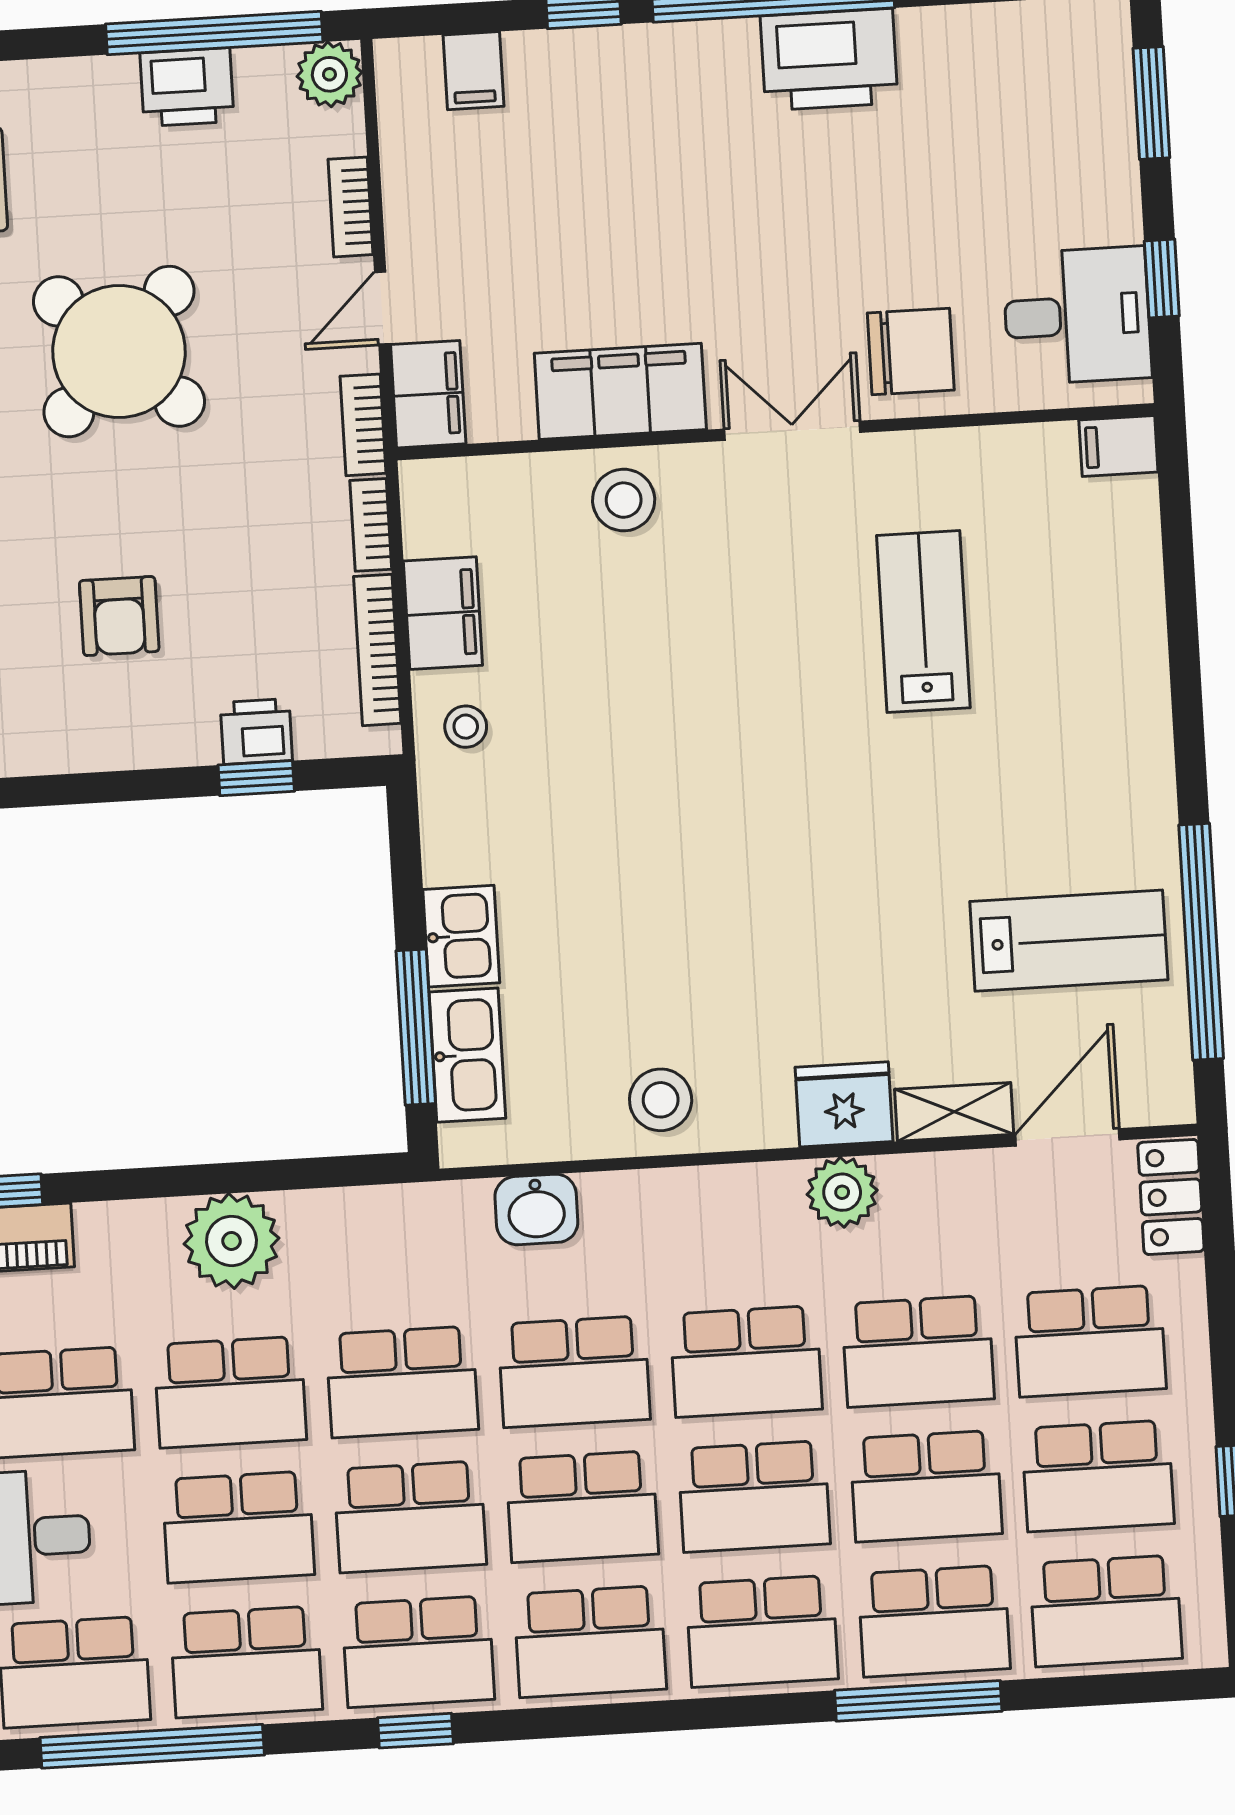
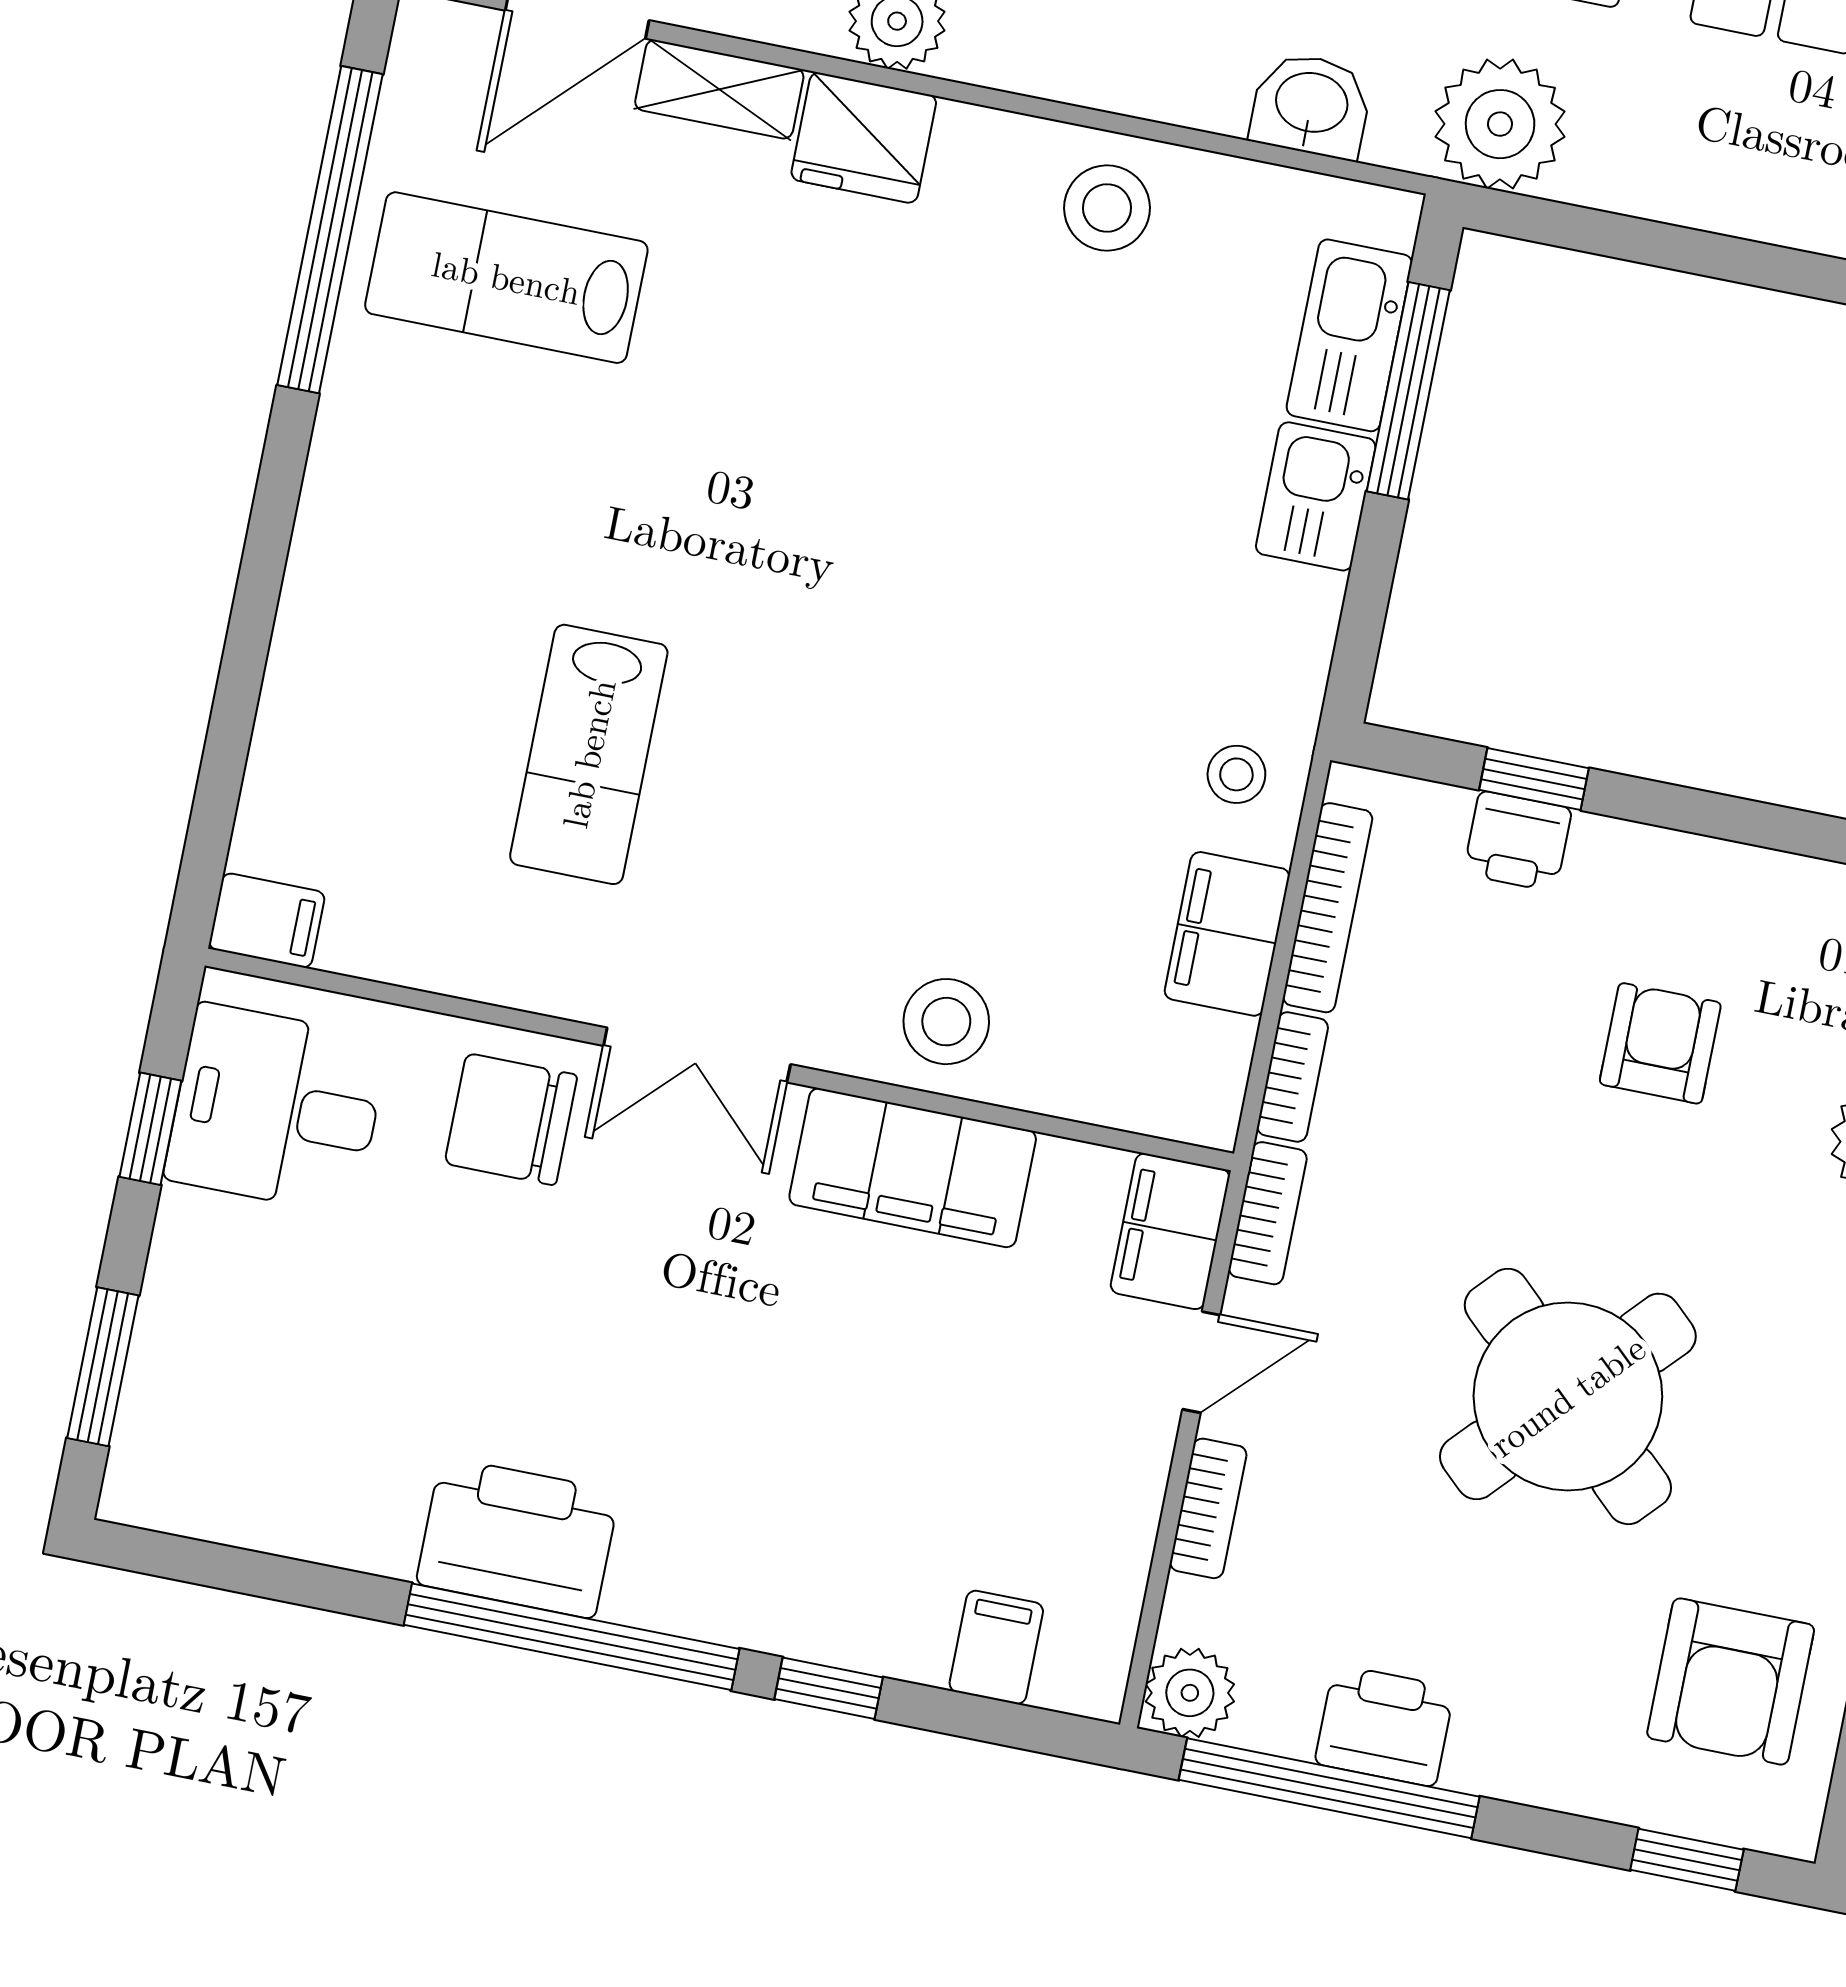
plant: (231, 1241) -> (1500, 124), moved

